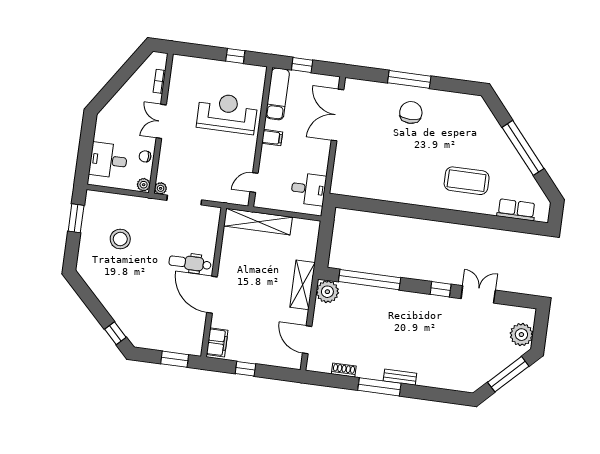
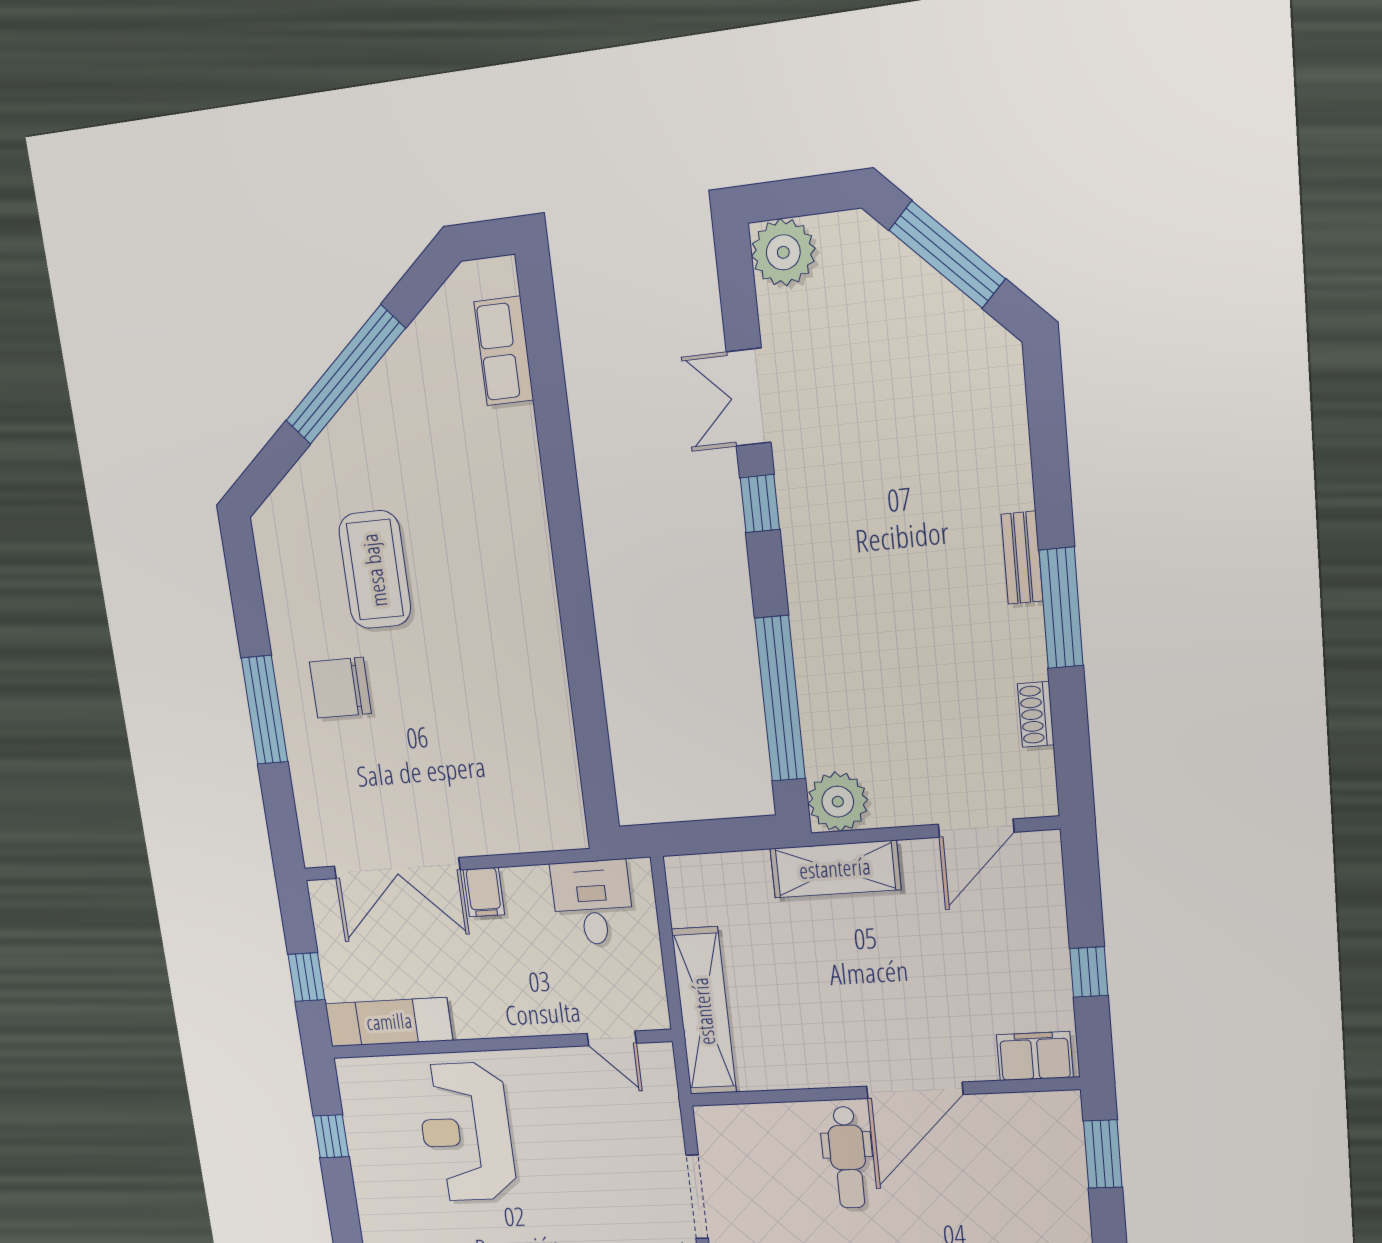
filing cabinet: (272, 138) -> (484, 892), moved, turned 180
coffee table: (467, 181) -> (375, 570), moved
plant: (521, 335) -> (783, 252), moved

